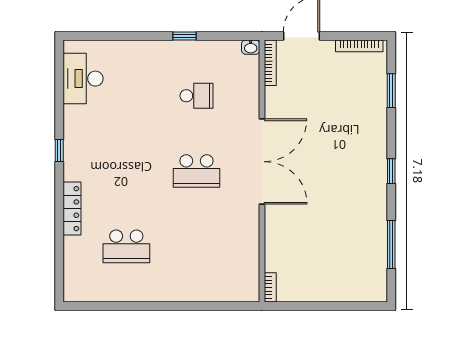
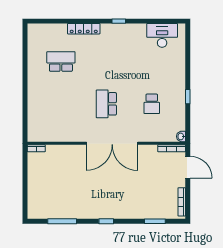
school desk: (126, 246) -> (61, 62), turned 90

